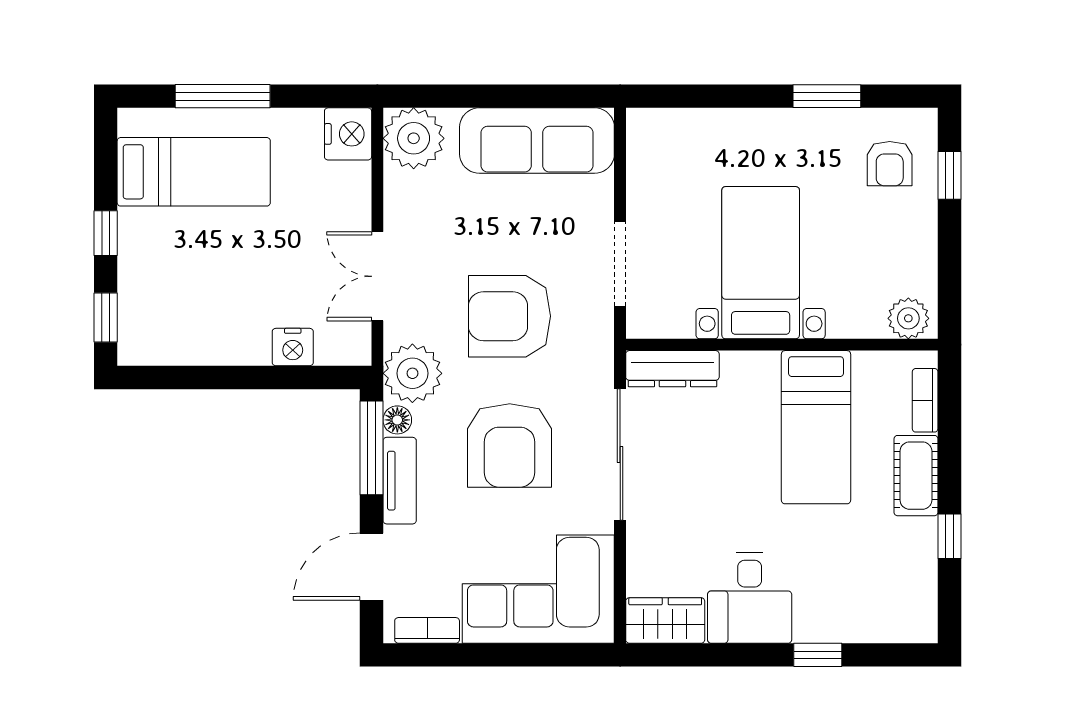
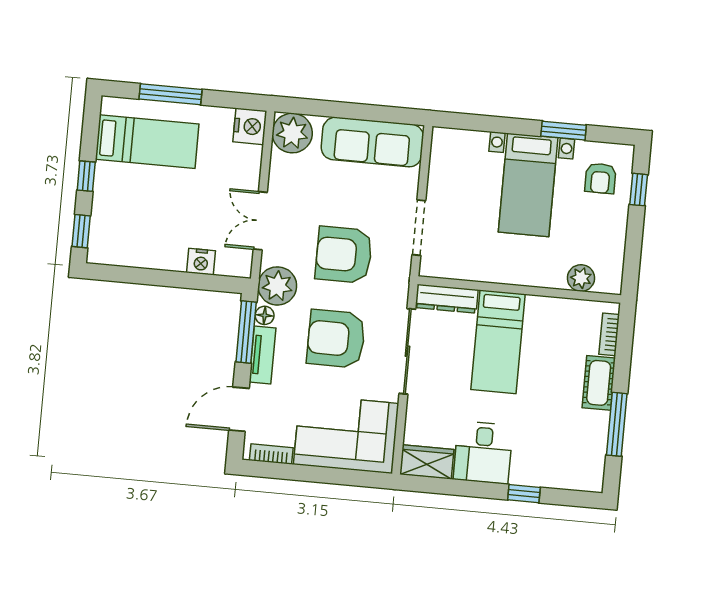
bed with nightstands: (761, 263) -> (528, 185), moved, turned 180
plant: (908, 318) -> (581, 278), moved
bed: (816, 427) -> (498, 342), moved
armchair: (510, 445) -> (336, 339), turned 90
window: (949, 536) -> (617, 424), width x2.17

